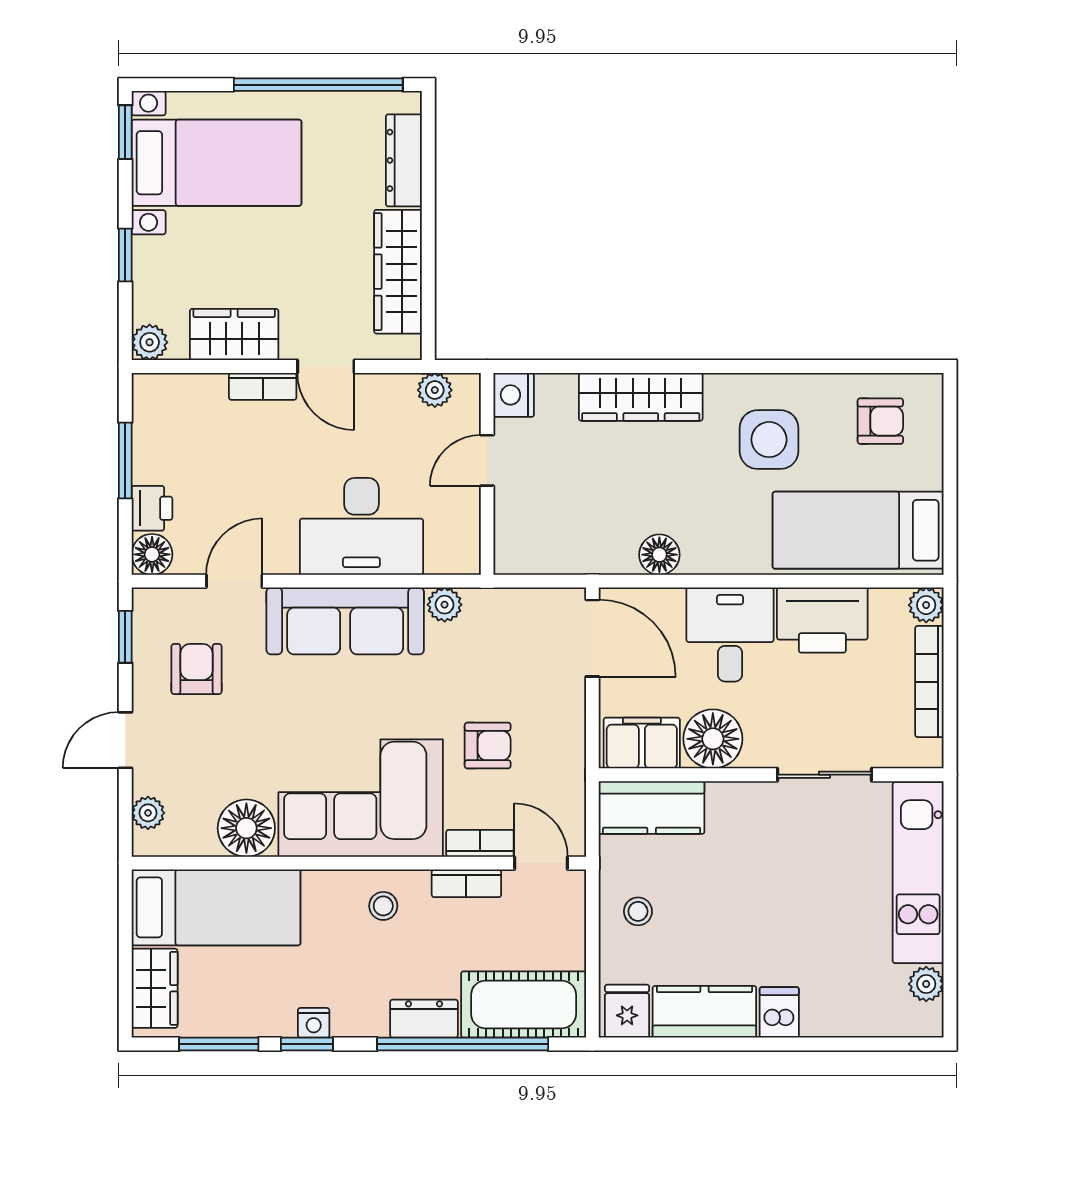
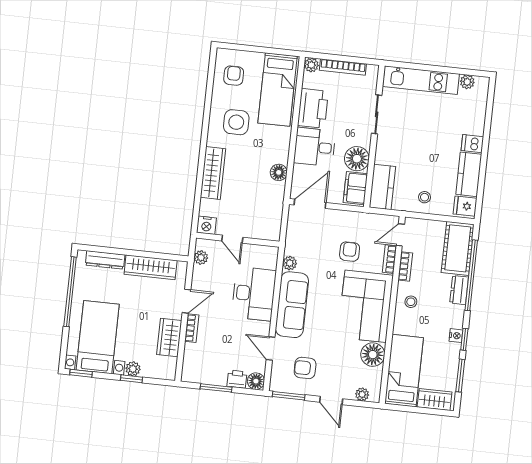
plant: (150, 342) -> (133, 369), moved
window: (125, 637) -> (289, 396), width x1.50

